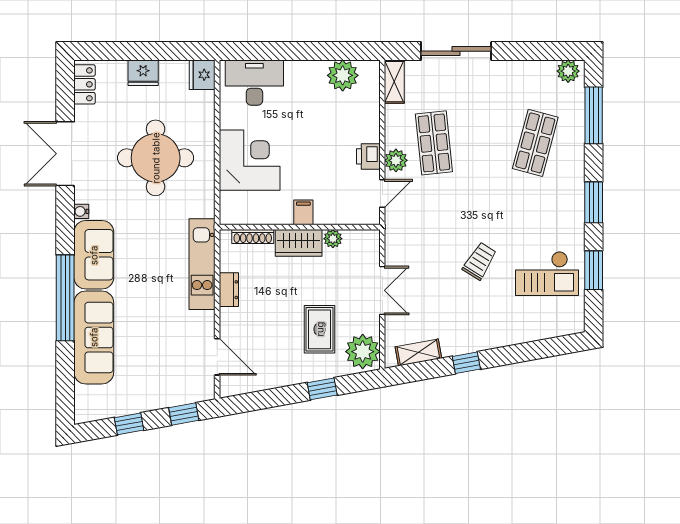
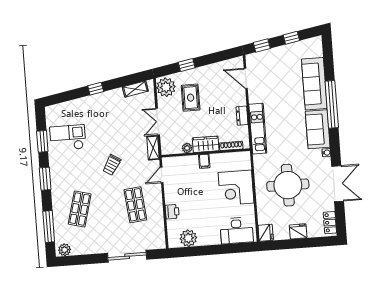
shelving: (394, 82) -> (153, 148), moved
printer: (368, 156) -> (172, 212), moved
plant: (396, 160) -> (156, 194), removed
trolley: (480, 261) -> (112, 165), moved
window: (466, 363) -> (96, 89), moved

